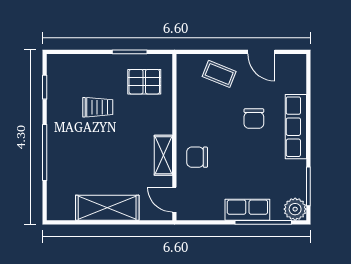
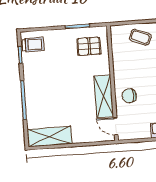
trolley: (98, 107) -> (33, 45), moved
shelving: (163, 155) -> (104, 96), width x1.50, depth x1.33
shelving: (107, 208) -> (49, 137), moved

